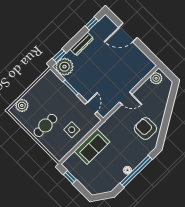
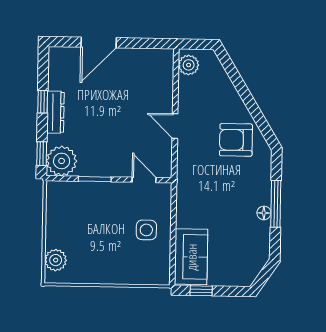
window: (92, 23) -> (43, 102), moved
door: (126, 98) -> (175, 126), swing flipped
cafe table: (45, 125) -> (109, 256), removed
sofa: (92, 147) -> (191, 257), moved
window: (136, 171) -> (276, 204), width x0.68

